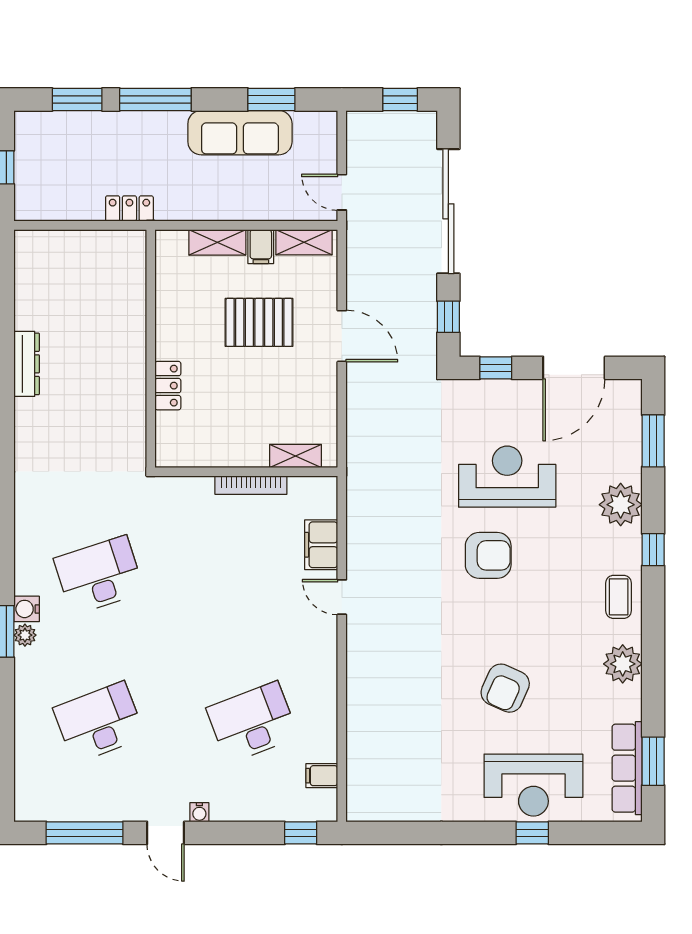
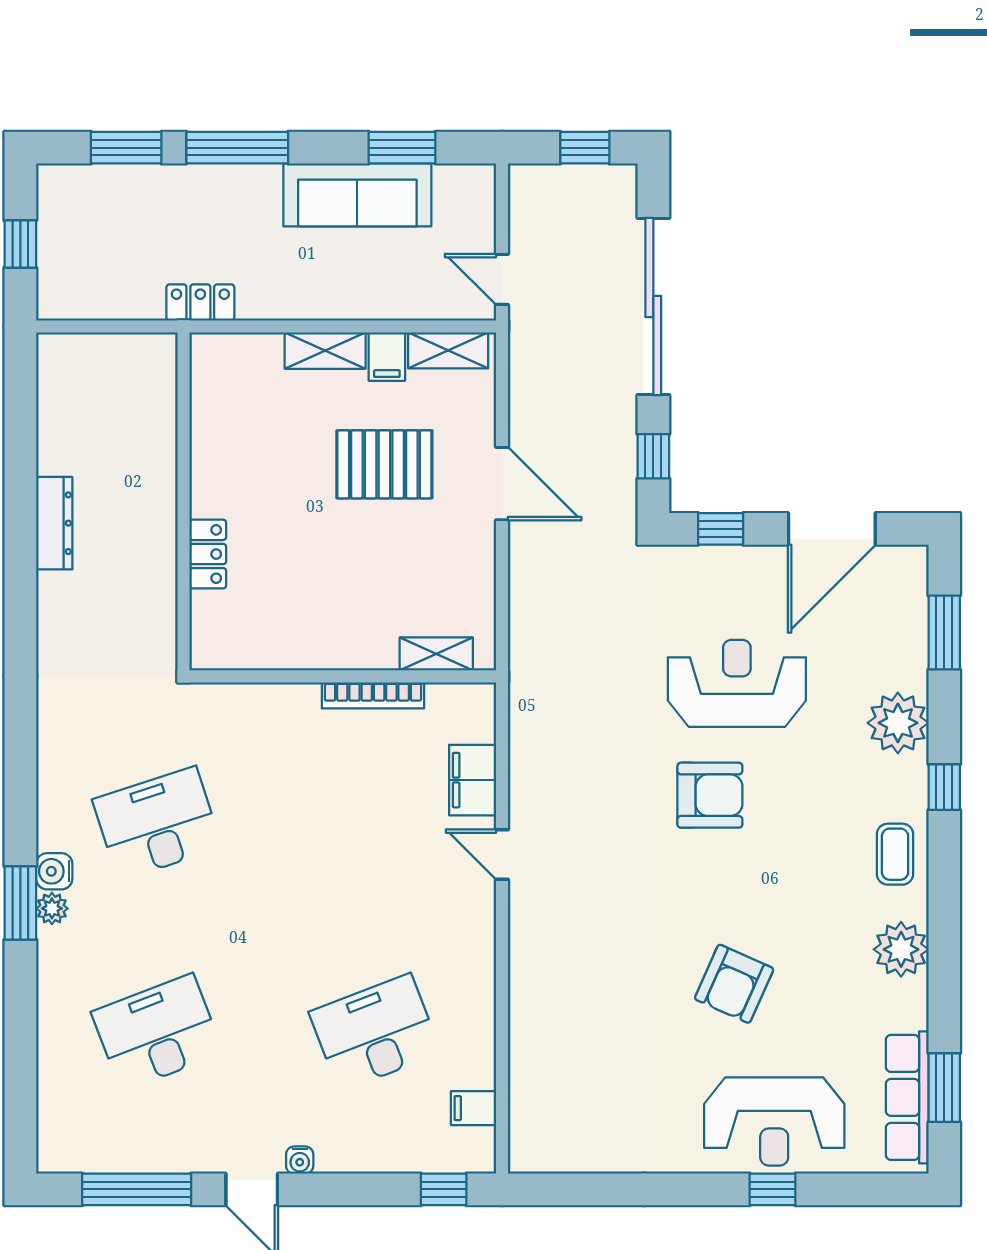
wall: (151, 349) -> (184, 501), moved
locker: (168, 386) -> (208, 554), moved

